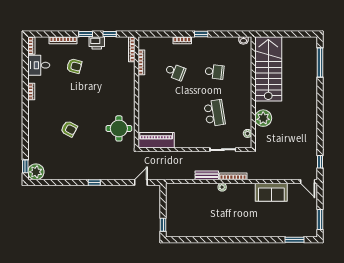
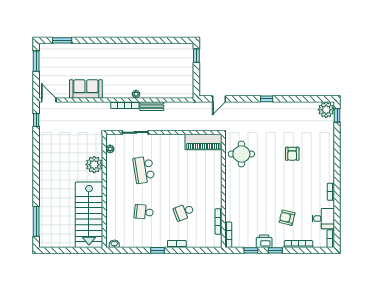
school desk: (175, 72) -> (184, 212), turned -42
armchair: (69, 129) -> (292, 154), turned -118

